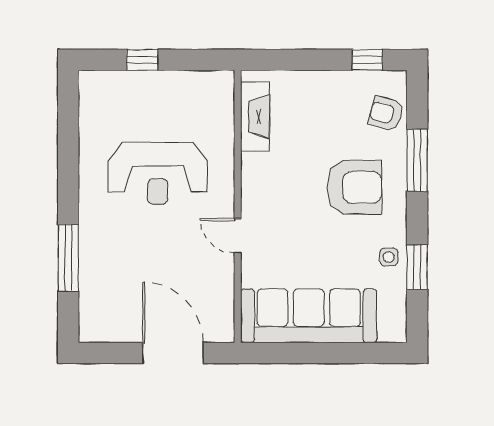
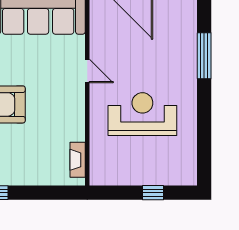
fireplace: (255, 117) -> (78, 160), width x0.73, depth x0.76

